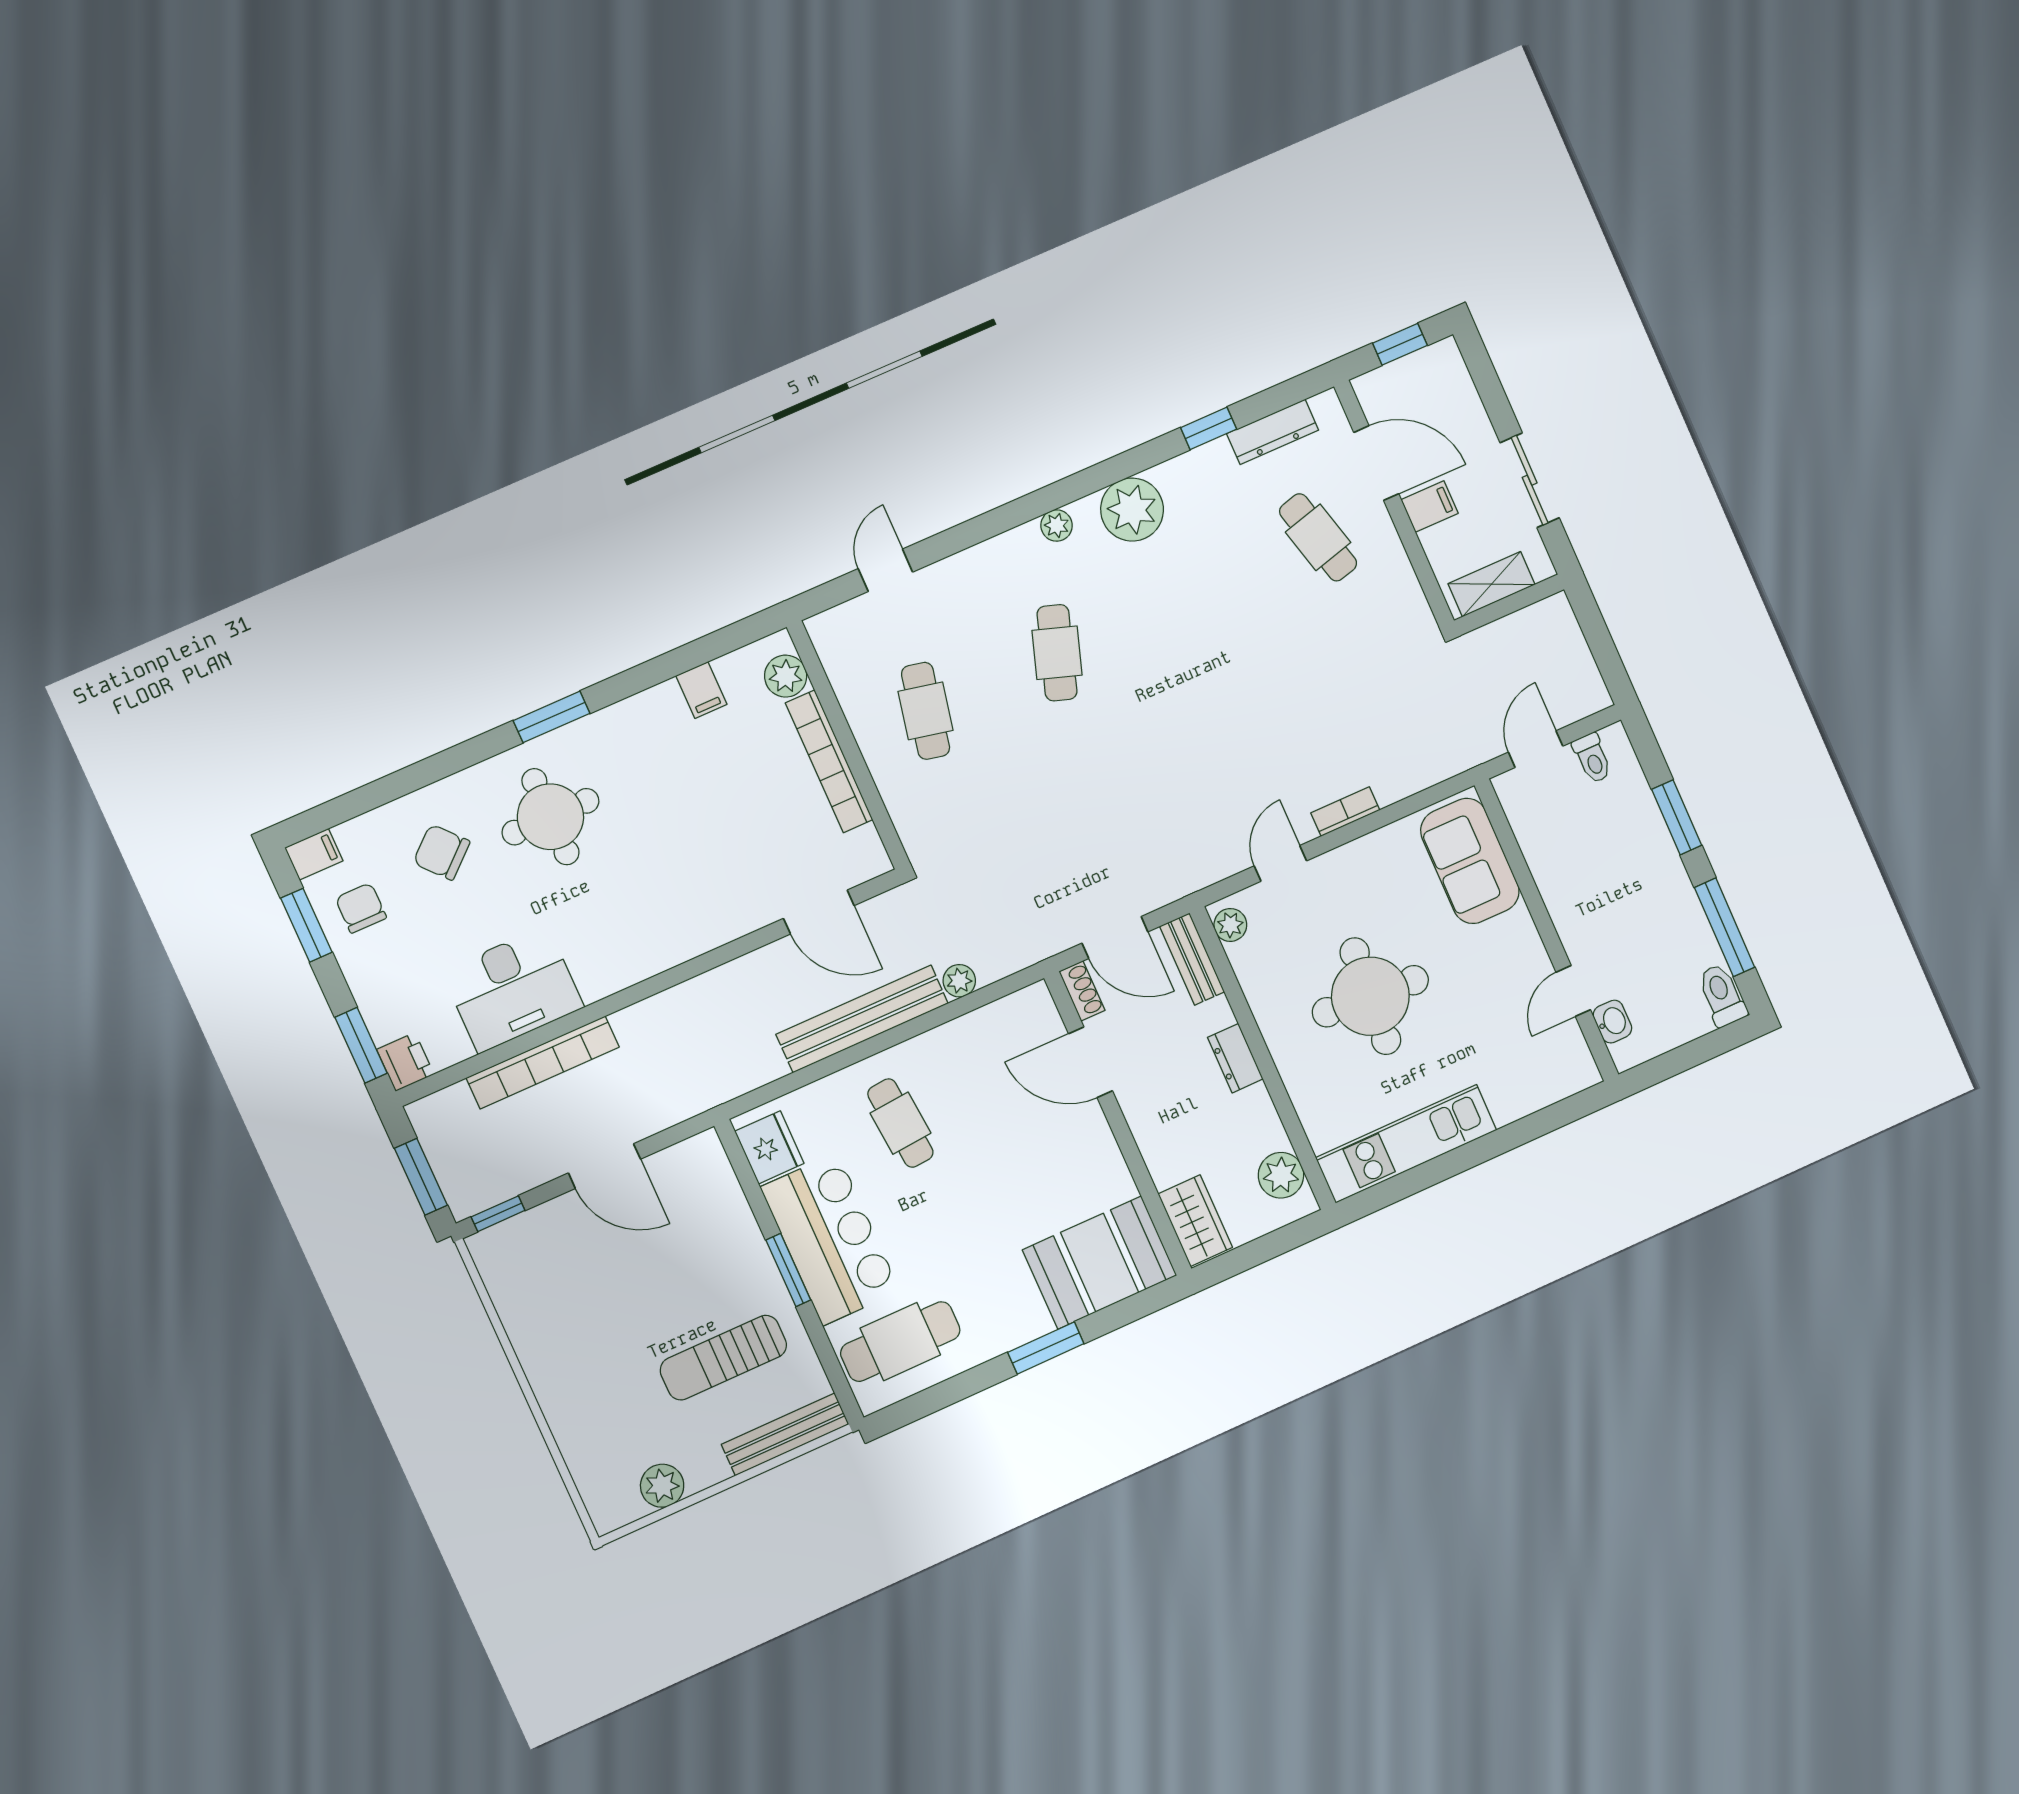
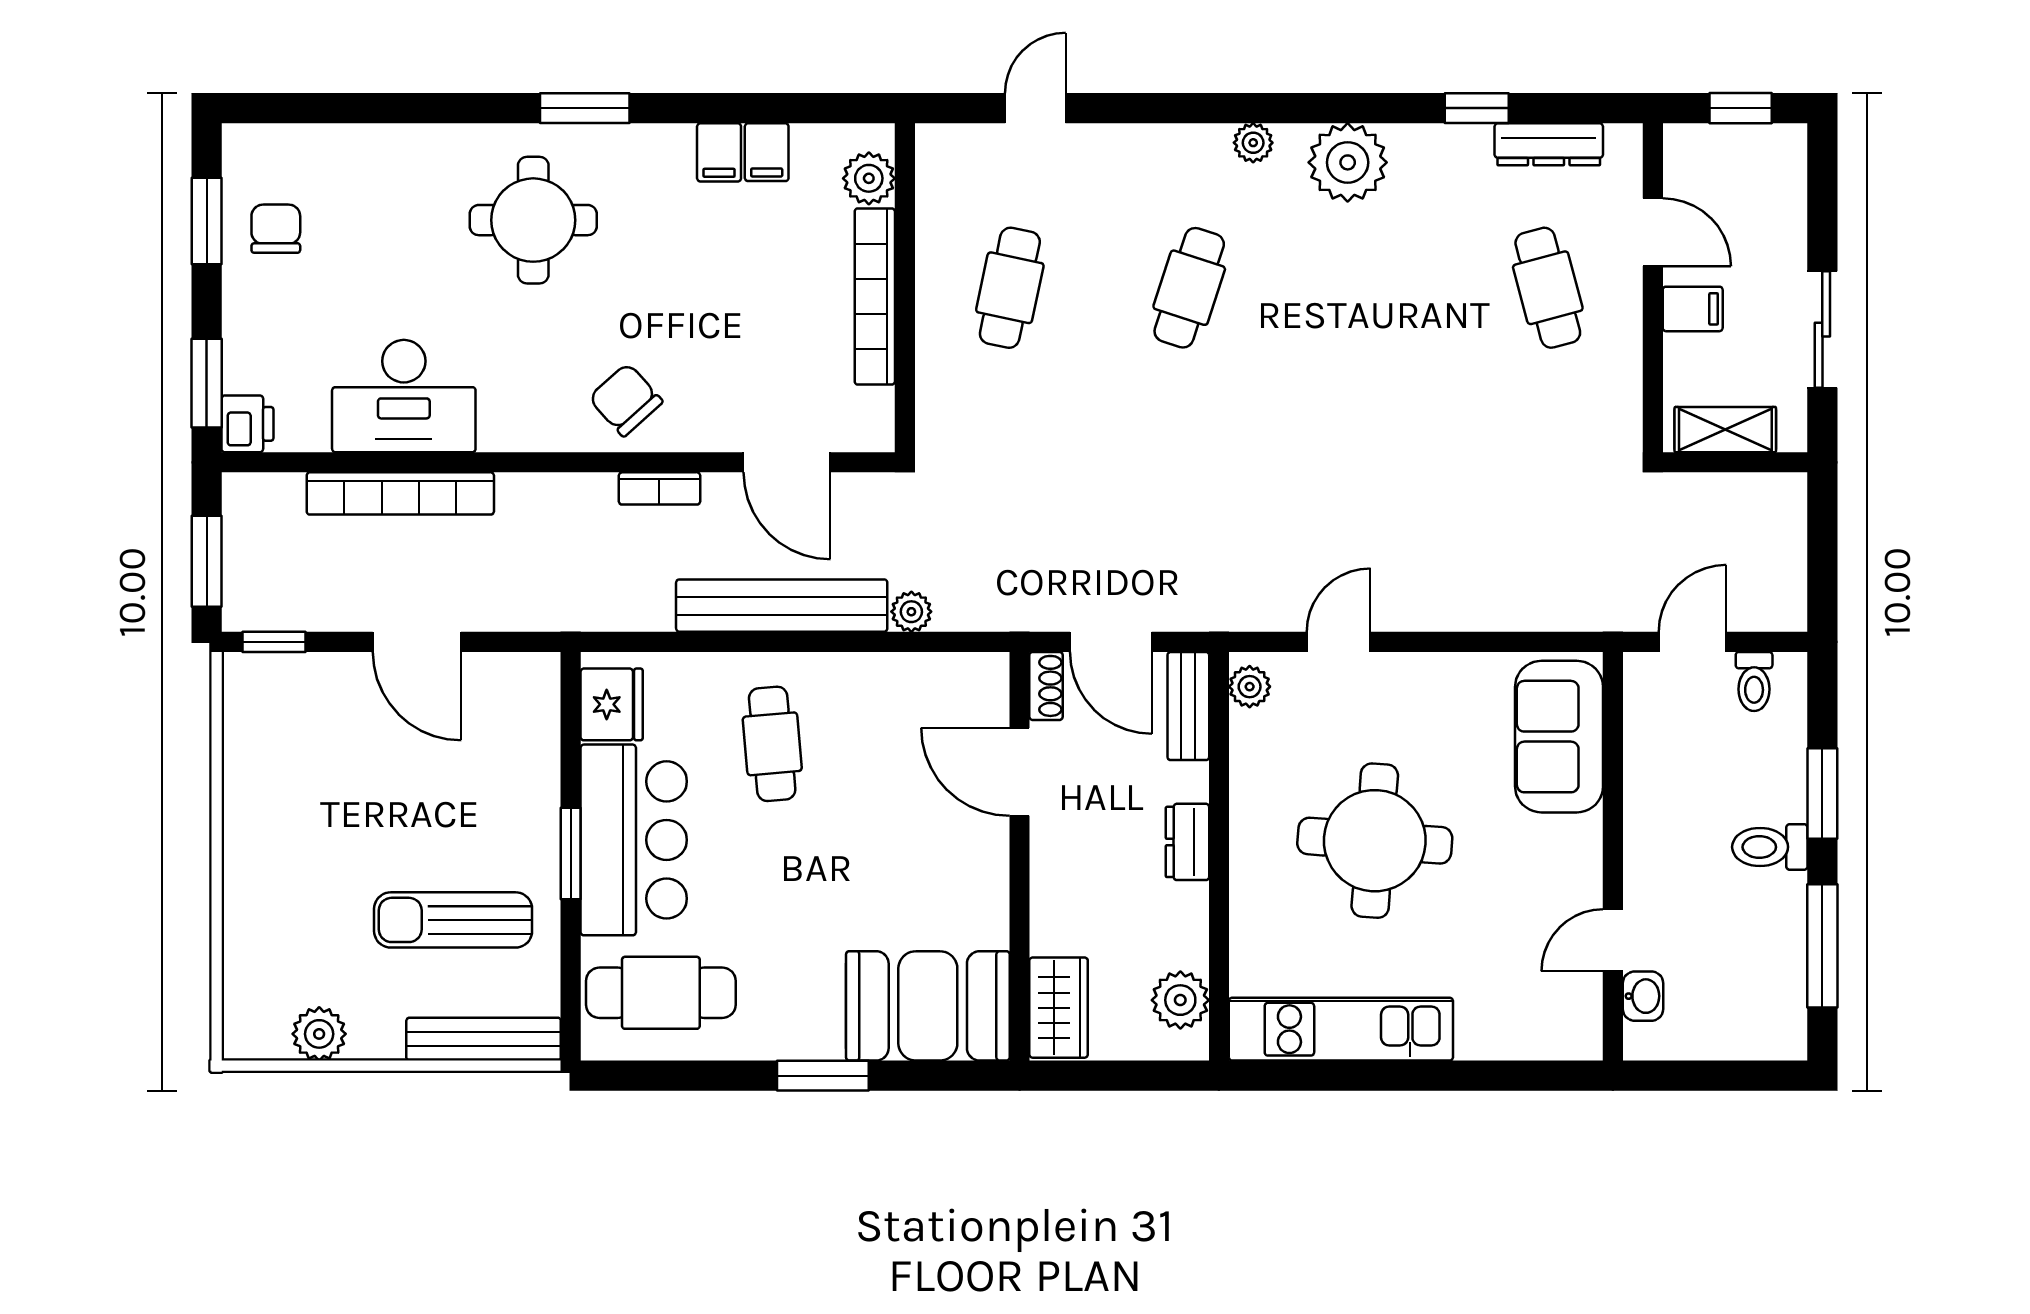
door: (1376, 463) -> (1653, 232), width x0.73
bookcase: (1345, 812) -> (659, 488), moved, turned 180
chair: (442, 852) -> (626, 400), moved
filing cabinet: (314, 854) -> (719, 152), moved, turned 90
toilet: (1722, 995) -> (1770, 847), moved, turned -90

